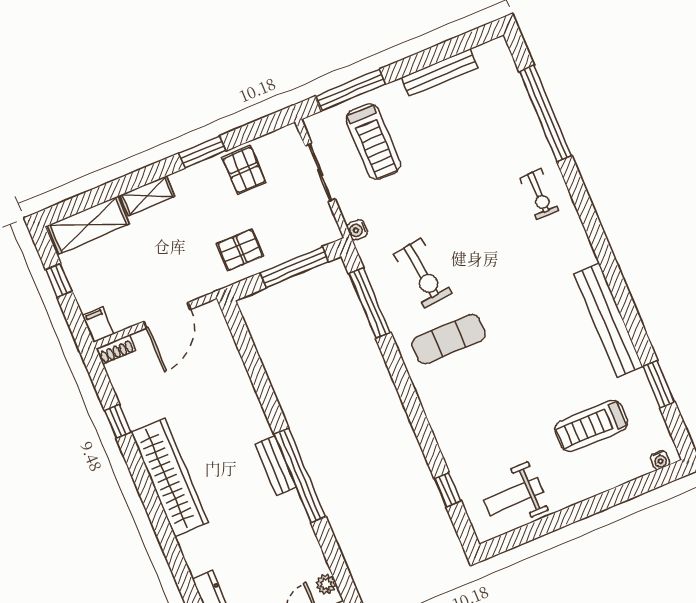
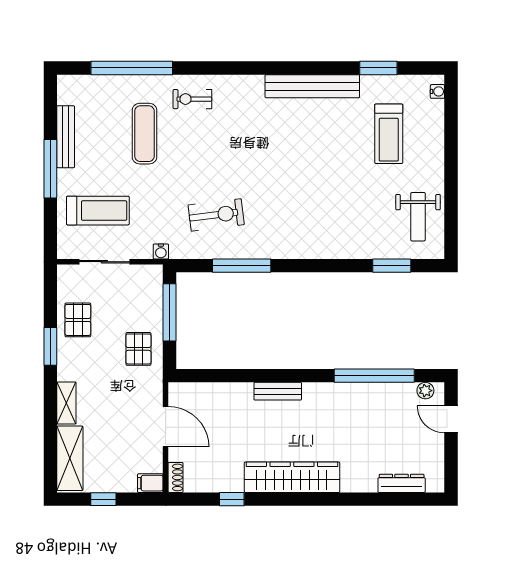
window: (350, 90) -> (50, 169), moved
pallet: (244, 170) -> (78, 320), turned 90
exercise bike: (539, 194) -> (192, 99), turned 180
window: (370, 303) -> (242, 266), moved
exercise mat: (449, 339) -> (144, 134), moved
bench: (276, 466) -> (278, 391), moved
window: (300, 476) -> (374, 376), moved
window: (448, 490) -> (392, 266), width x1.50

